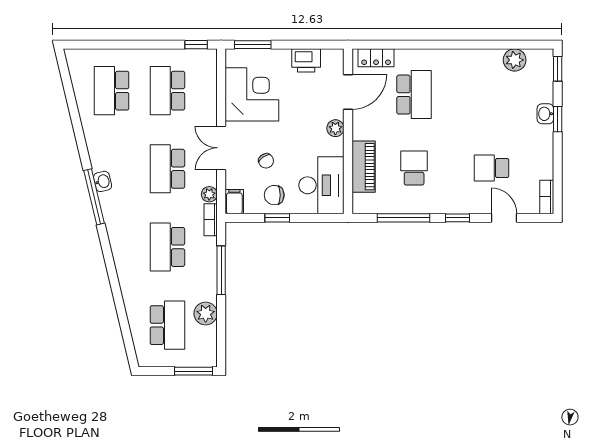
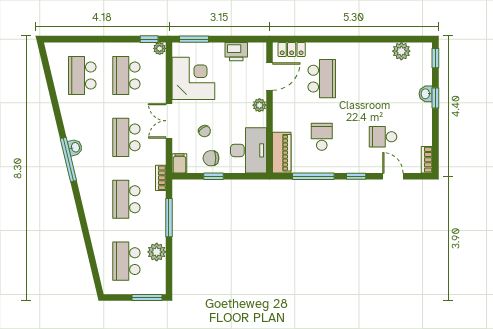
piano: (364, 167) -> (282, 153), moved
plant: (209, 194) -> (160, 48), moved
school desk: (167, 325) -> (126, 261), turned 180

